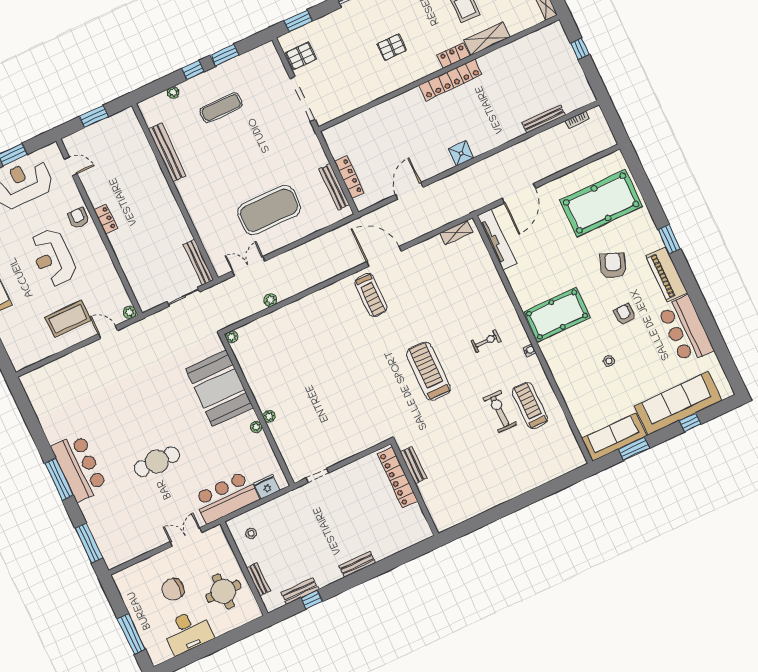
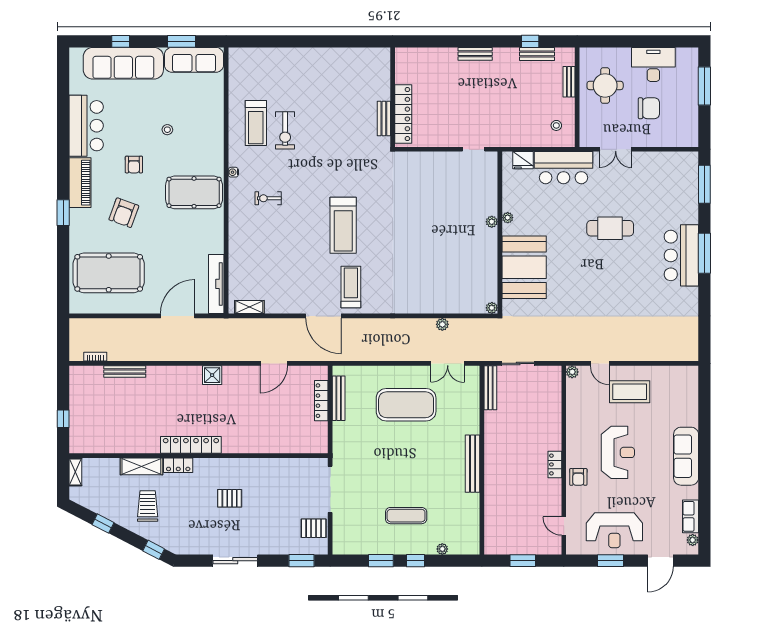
bench: (167, 152) -> (473, 464), moved
treadmill: (429, 371) -> (343, 225), moved

